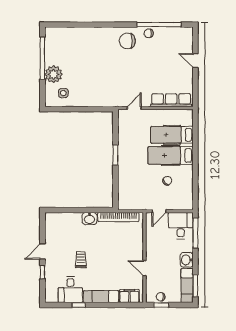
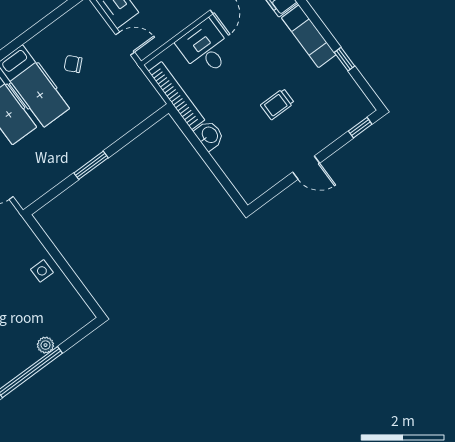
plant: (54, 74) -> (45, 345), width x0.53, depth x0.53
side table: (63, 93) -> (42, 271), moved
window: (42, 272) -> (360, 128), moved
desk: (70, 290) -> (205, 48), moved, turned -90

